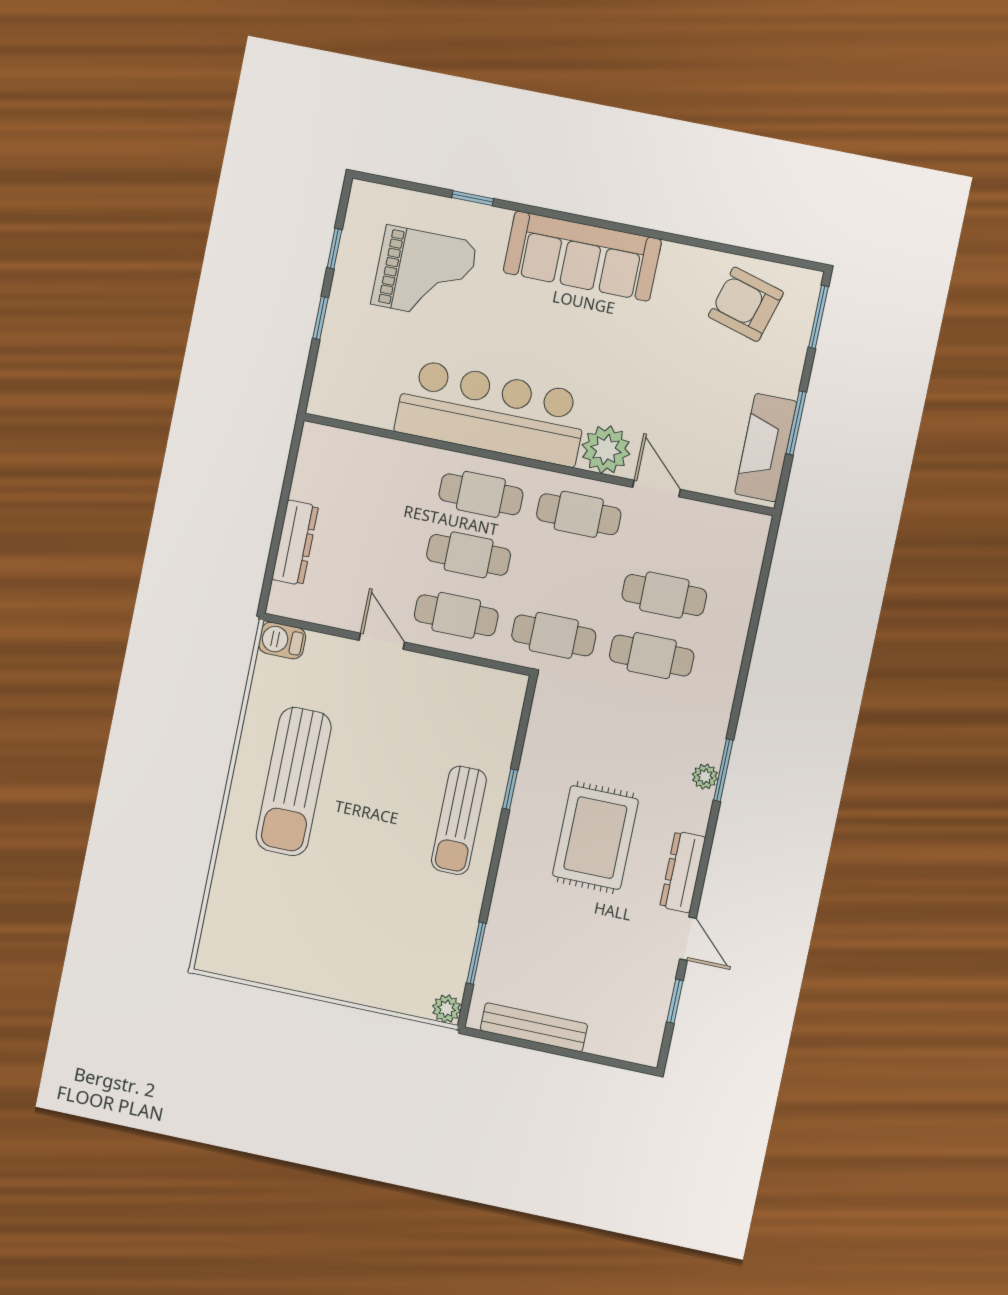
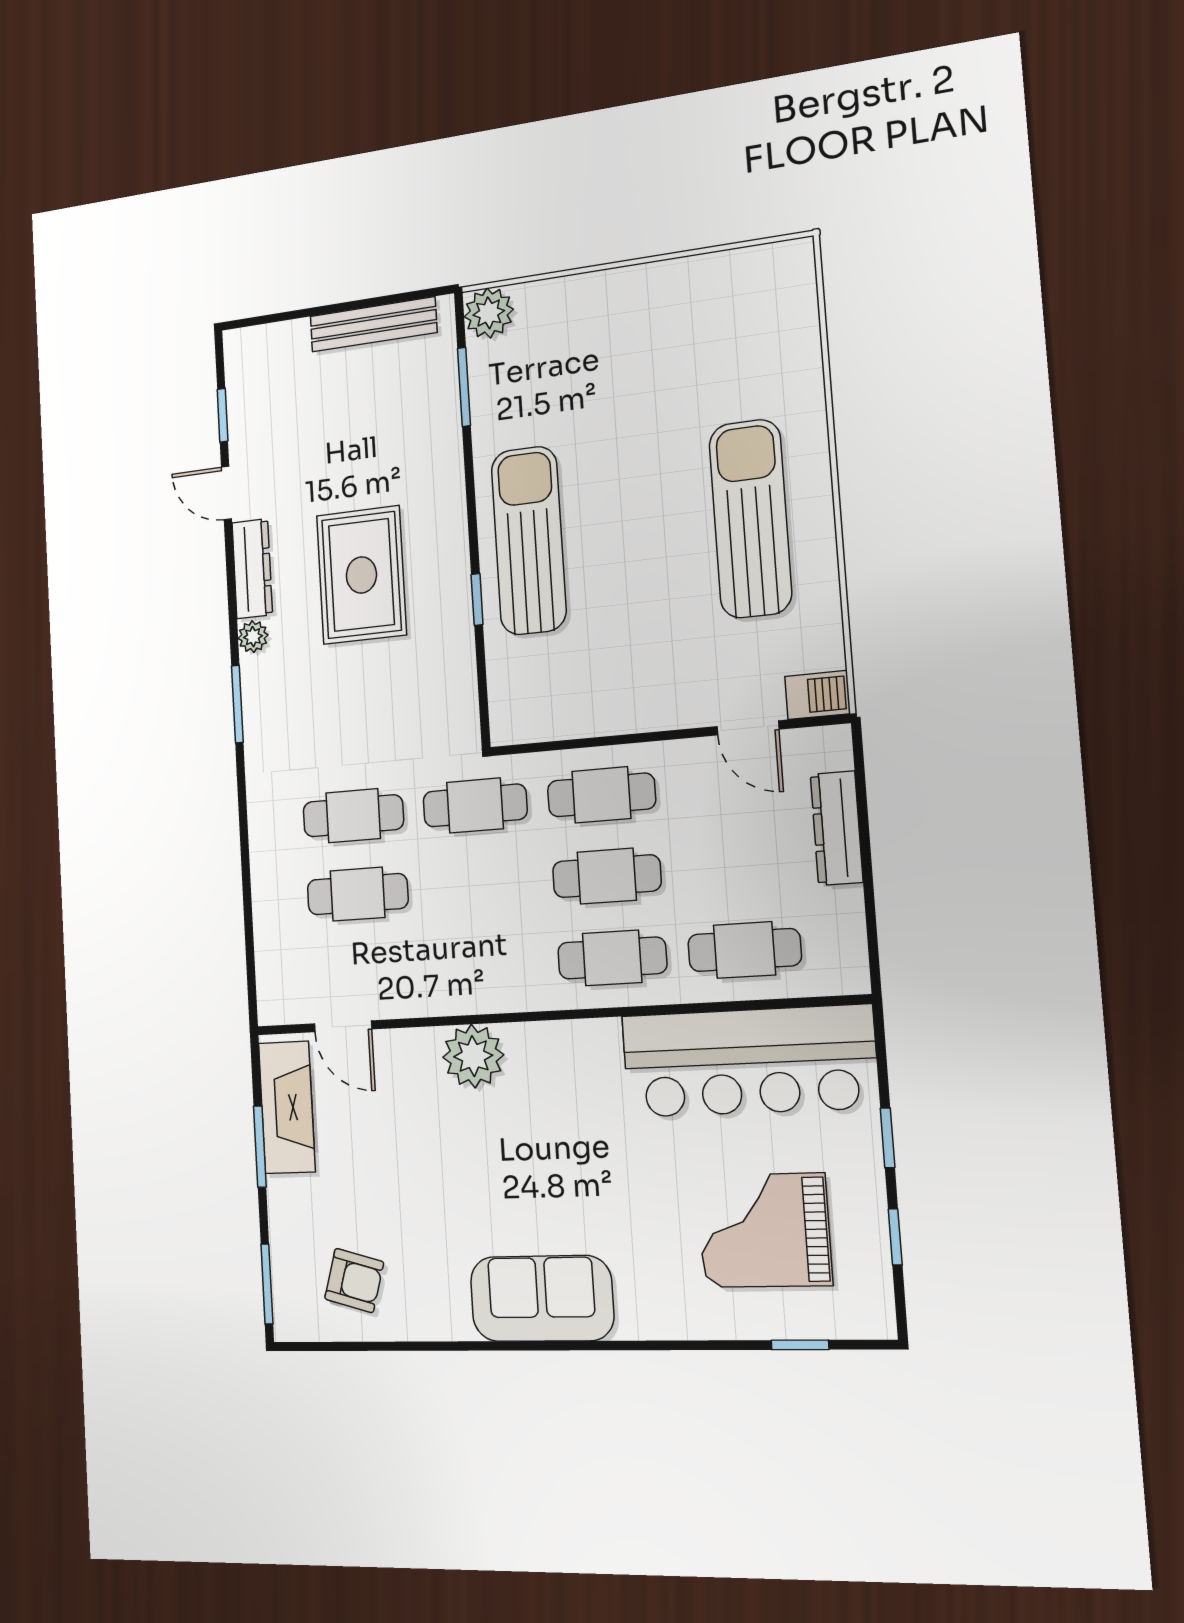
window: (473, 198) -> (800, 1345), moved
sofa: (582, 256) -> (542, 1298), width x0.73
armchair: (746, 304) -> (354, 1280), width x0.72, depth x0.72
bar counter: (491, 413) -> (749, 1061), moved
door: (657, 488) -> (343, 1026), moved
cafe table: (579, 514) -> (744, 950), moved
door: (382, 641) -> (748, 728), moved
plant: (705, 777) -> (253, 637), moved
sun lounger: (459, 820) -> (529, 540), width x1.36, depth x1.34
plant: (447, 1009) -> (489, 313), width x1.38, depth x1.38

